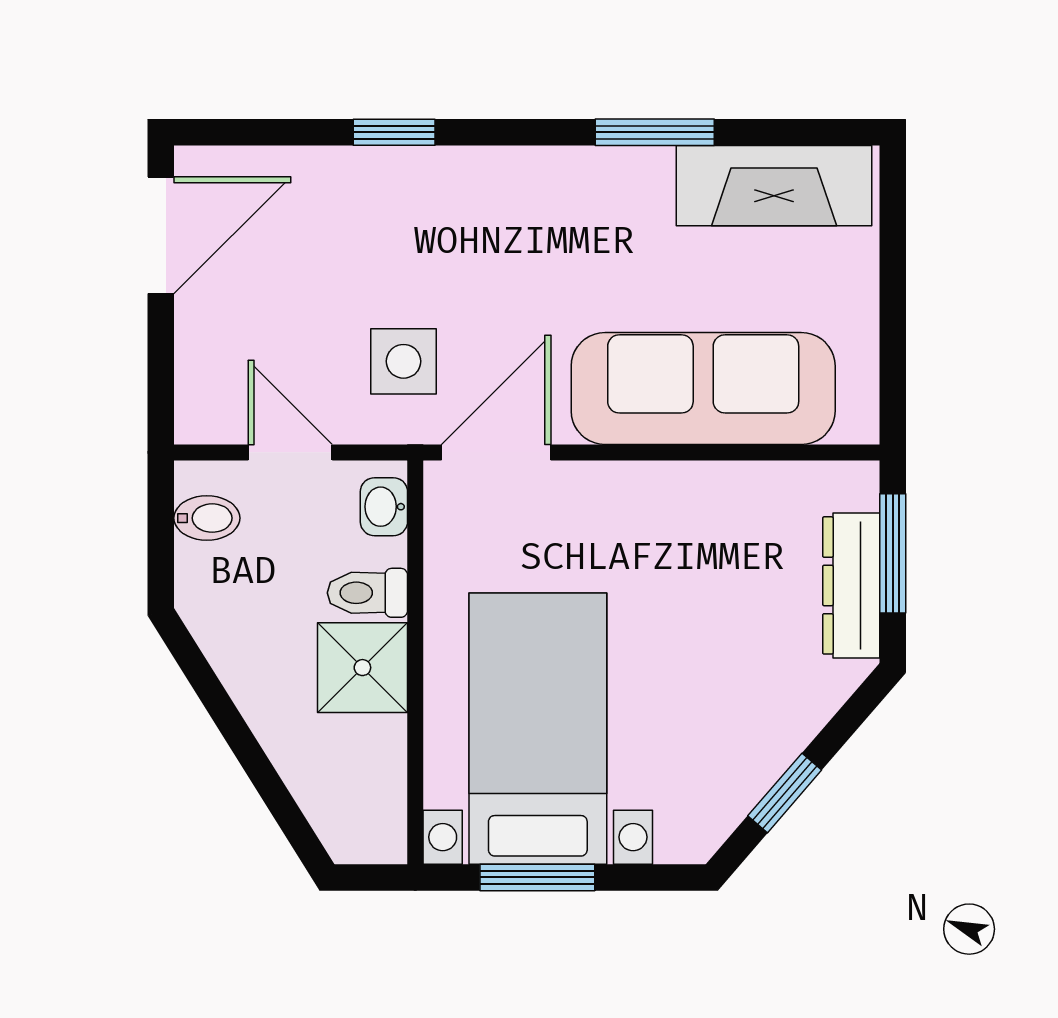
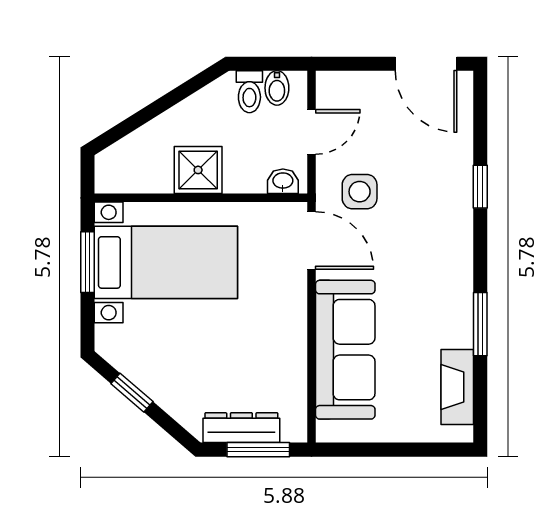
fireplace: (774, 186) -> (457, 387), width x0.73, depth x0.76
toilet: (367, 593) -> (249, 92), moved, turned 180

